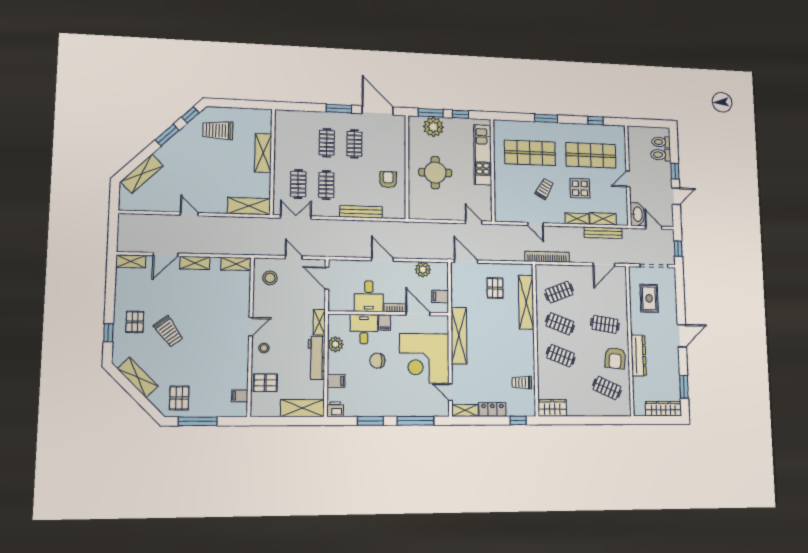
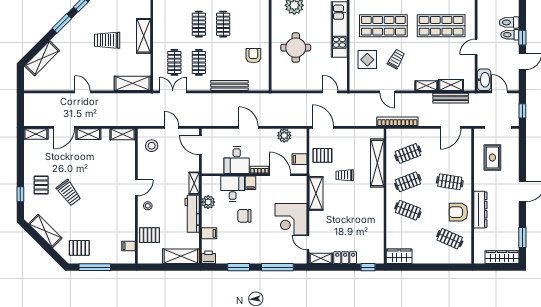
trolley: (218, 130) -> (107, 40), moved
toilet: (661, 142) -> (510, 35), moved
display table: (580, 188) -> (367, 60), moved
pallet: (495, 288) -> (322, 155), moved, turned 90
clothes rail: (560, 324) -> (408, 182), turned -42
shelving: (459, 336) -> (316, 193), width x0.68
corner desk: (424, 358) -> (291, 219), width x0.74, depth x0.74
armchair: (615, 358) -> (458, 212), turned 84
trolley: (522, 383) -> (345, 175), moved
pallet: (179, 398) -> (79, 248), turned 90

